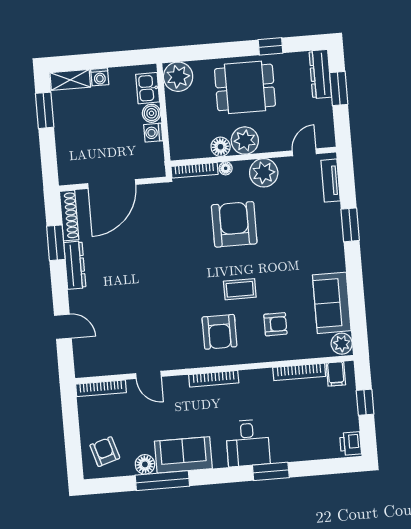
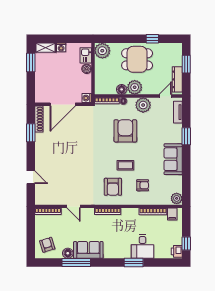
dresser: (320, 74) -> (177, 79), moved
washing machine: (153, 133) -> (87, 98), moved
dresser: (75, 265) -> (40, 145), removed
sofa: (332, 303) -> (173, 159), moved
window: (365, 402) -> (186, 244), moved
desk: (248, 443) -> (142, 246), moved

